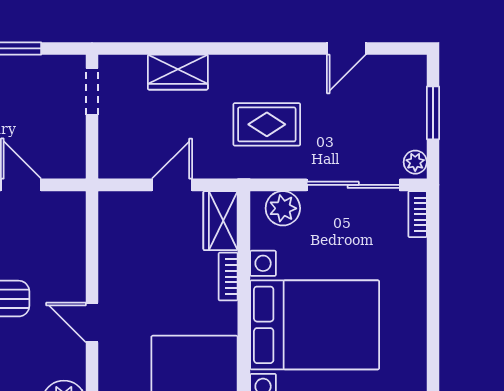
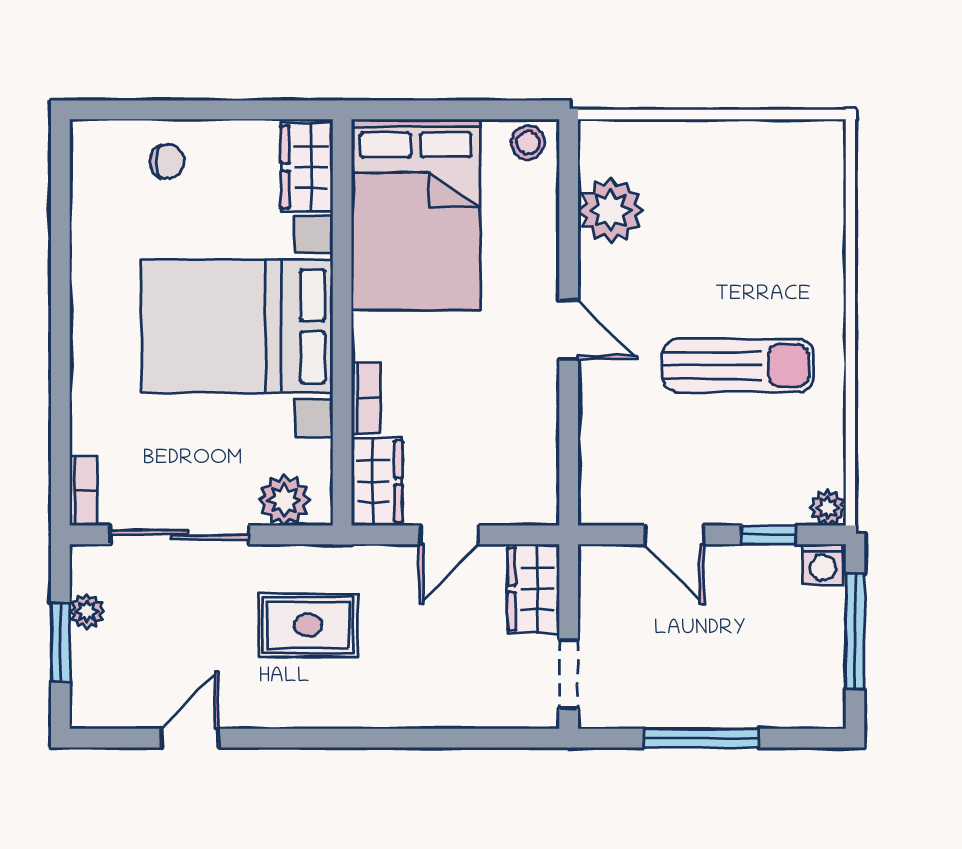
wardrobe: (178, 72) -> (533, 589), moved, turned -90
plant: (415, 162) -> (87, 611), moved

